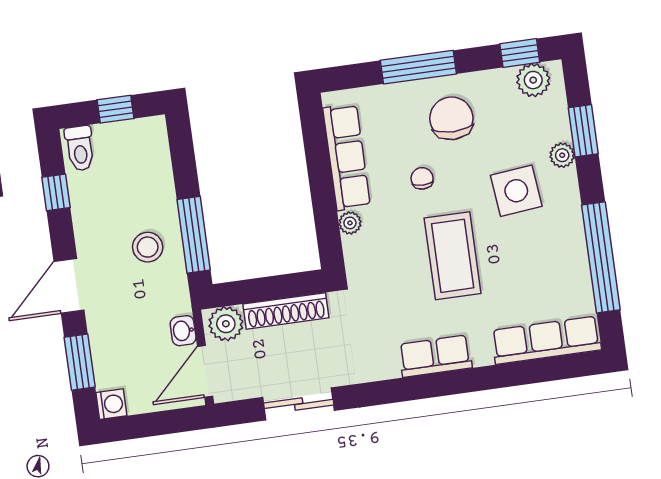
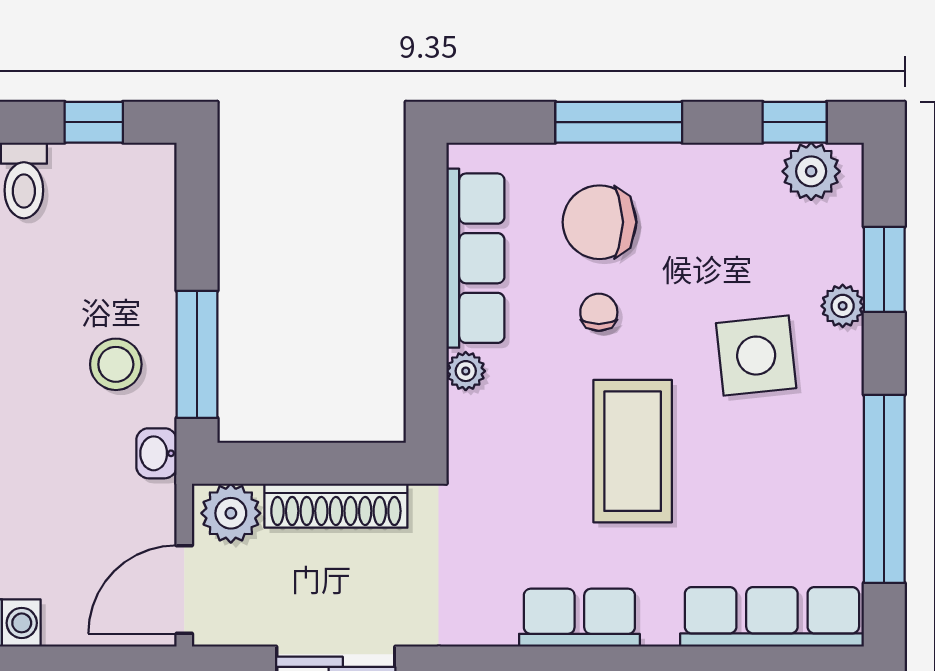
chair: (451, 118) -> (600, 222), moved, turned -90
washbasin: (183, 331) -> (156, 453), moved

